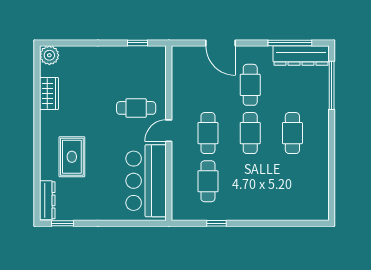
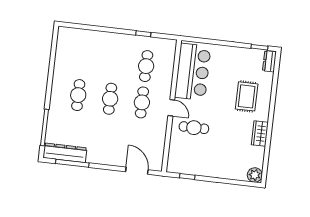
door: (221, 43) -> (137, 171), moved
cafe table: (250, 85) -> (106, 135), removed
wardrobe: (49, 94) -> (260, 134), moved
door: (169, 131) -> (171, 108), hinge flipped
dresser: (47, 200) -> (269, 61), width x0.70

